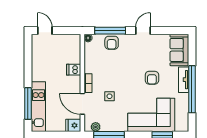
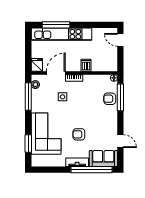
door: (45, 31) -> (120, 40), swing flipped
door: (143, 31) -> (120, 141), moved
window: (192, 89) -> (92, 170), moved
kitchen unit: (38, 107) -> (61, 34), width x1.36

